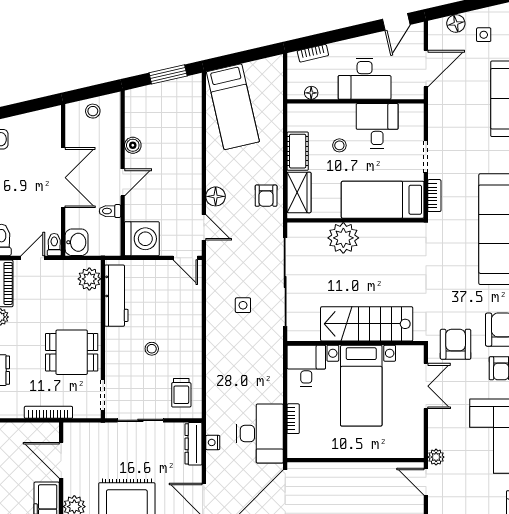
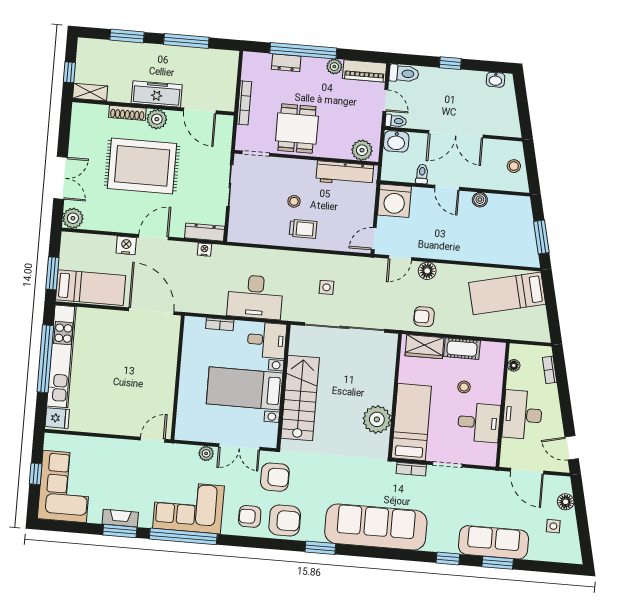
plant: (343, 238) -> (377, 419), moved
trolley: (181, 393) -> (303, 229), moved, turned 180
desk: (260, 433) -> (255, 297), moved
plant: (436, 457) -> (206, 453), moved
door: (61, 460) -> (200, 111), swing flipped

